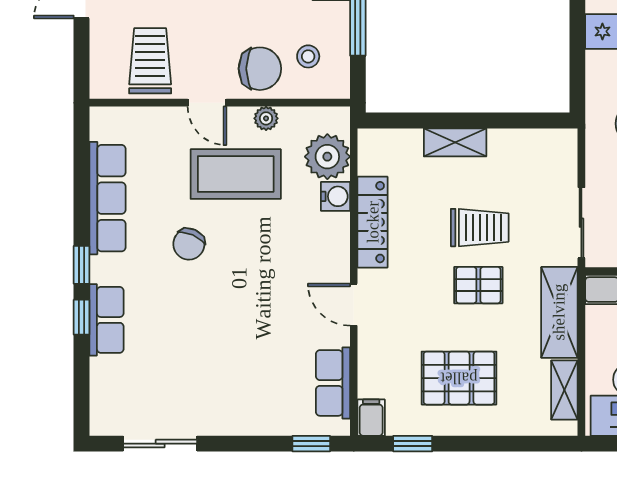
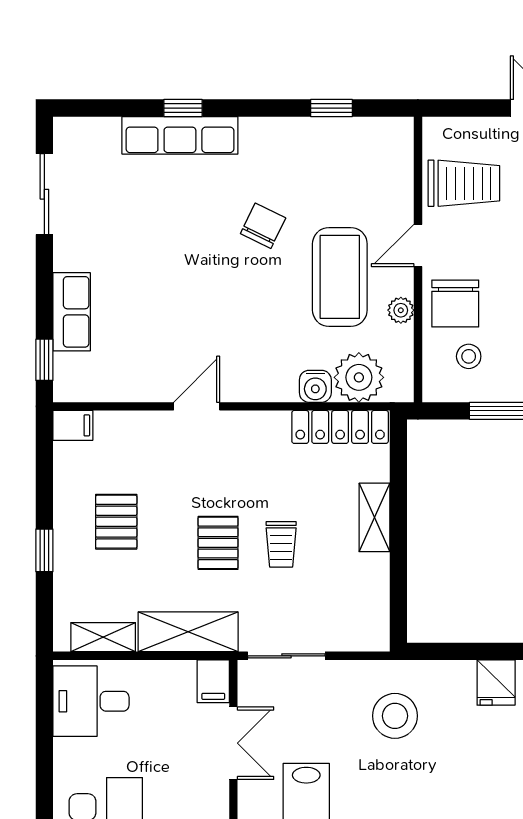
row of seats: (107, 198) -> (313, 136), removed
locker: (373, 222) -> (340, 427), moved
trolley: (480, 228) -> (281, 544), width x0.73, depth x0.72
chair: (189, 244) -> (263, 226), turned 92
window: (81, 265) -> (331, 108), moved
row of seats: (106, 320) -> (180, 135), width x1.48
pallet: (459, 378) -> (116, 522), width x0.67, depth x0.71
row of seats: (333, 383) -> (72, 312), moved, turned 90
window: (413, 444) -> (44, 550), moved

